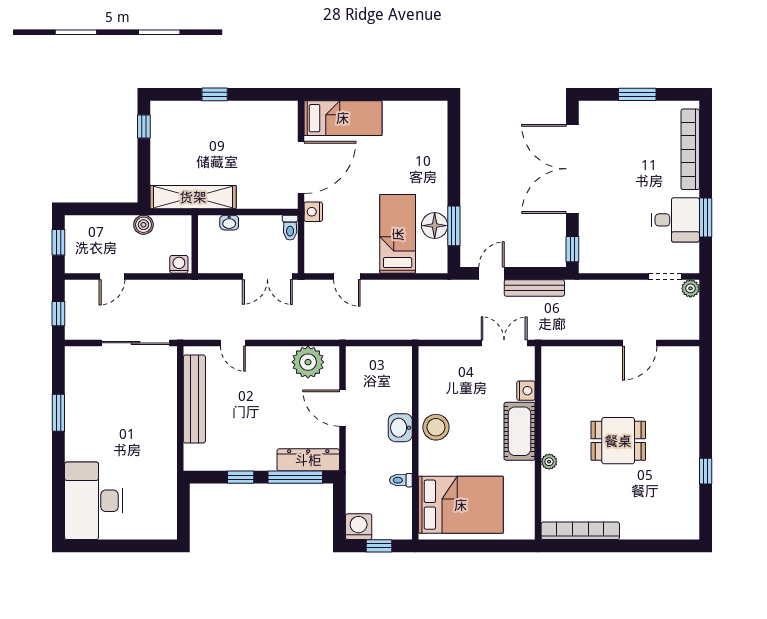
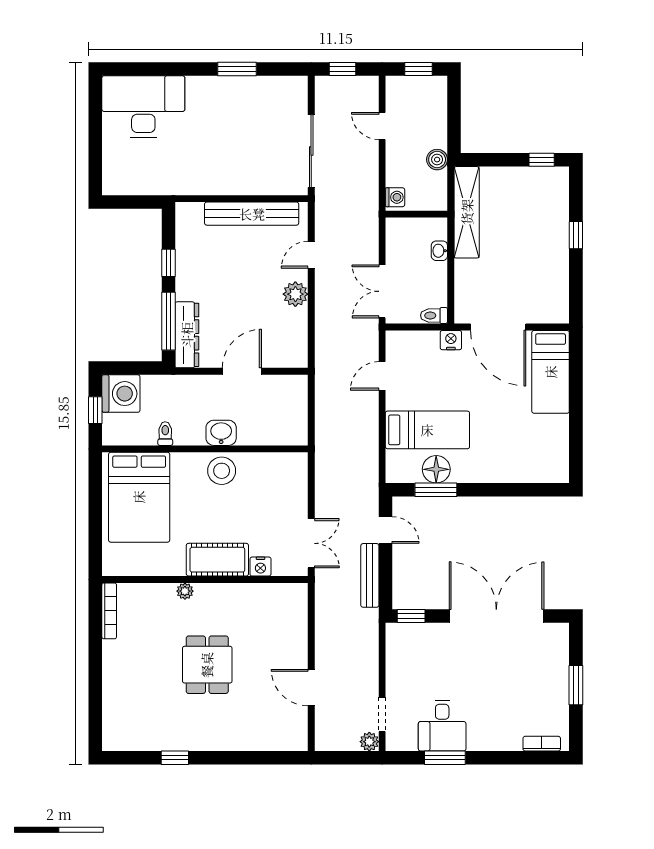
bookcase: (690, 149) -> (542, 744), width x0.43, depth x0.76
plant: (308, 362) -> (295, 294), moved, width x0.73, depth x0.73
washing machine: (359, 527) -> (121, 394), width x1.37, depth x1.37
bookcase: (580, 531) -> (109, 611), width x0.68, depth x0.76

